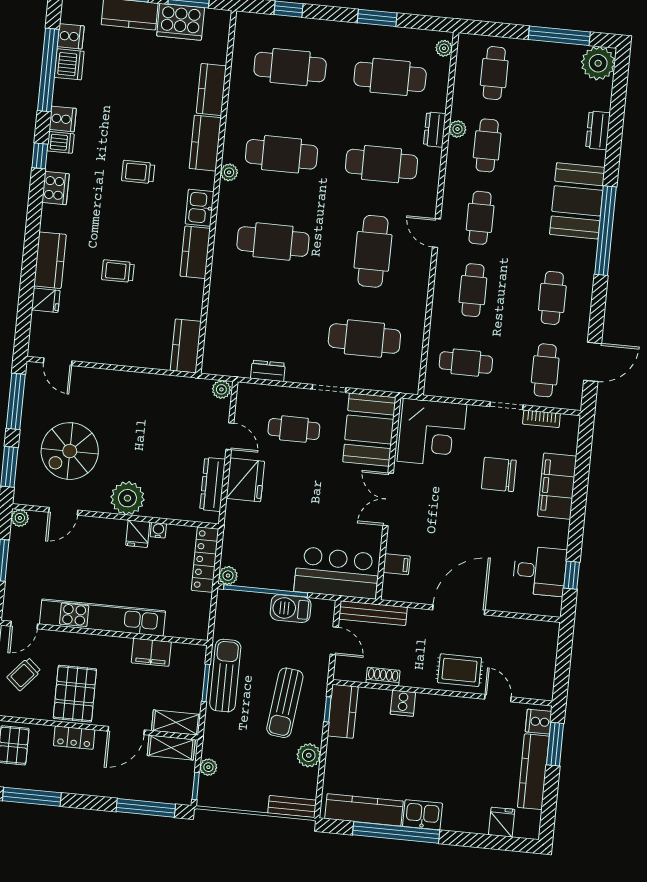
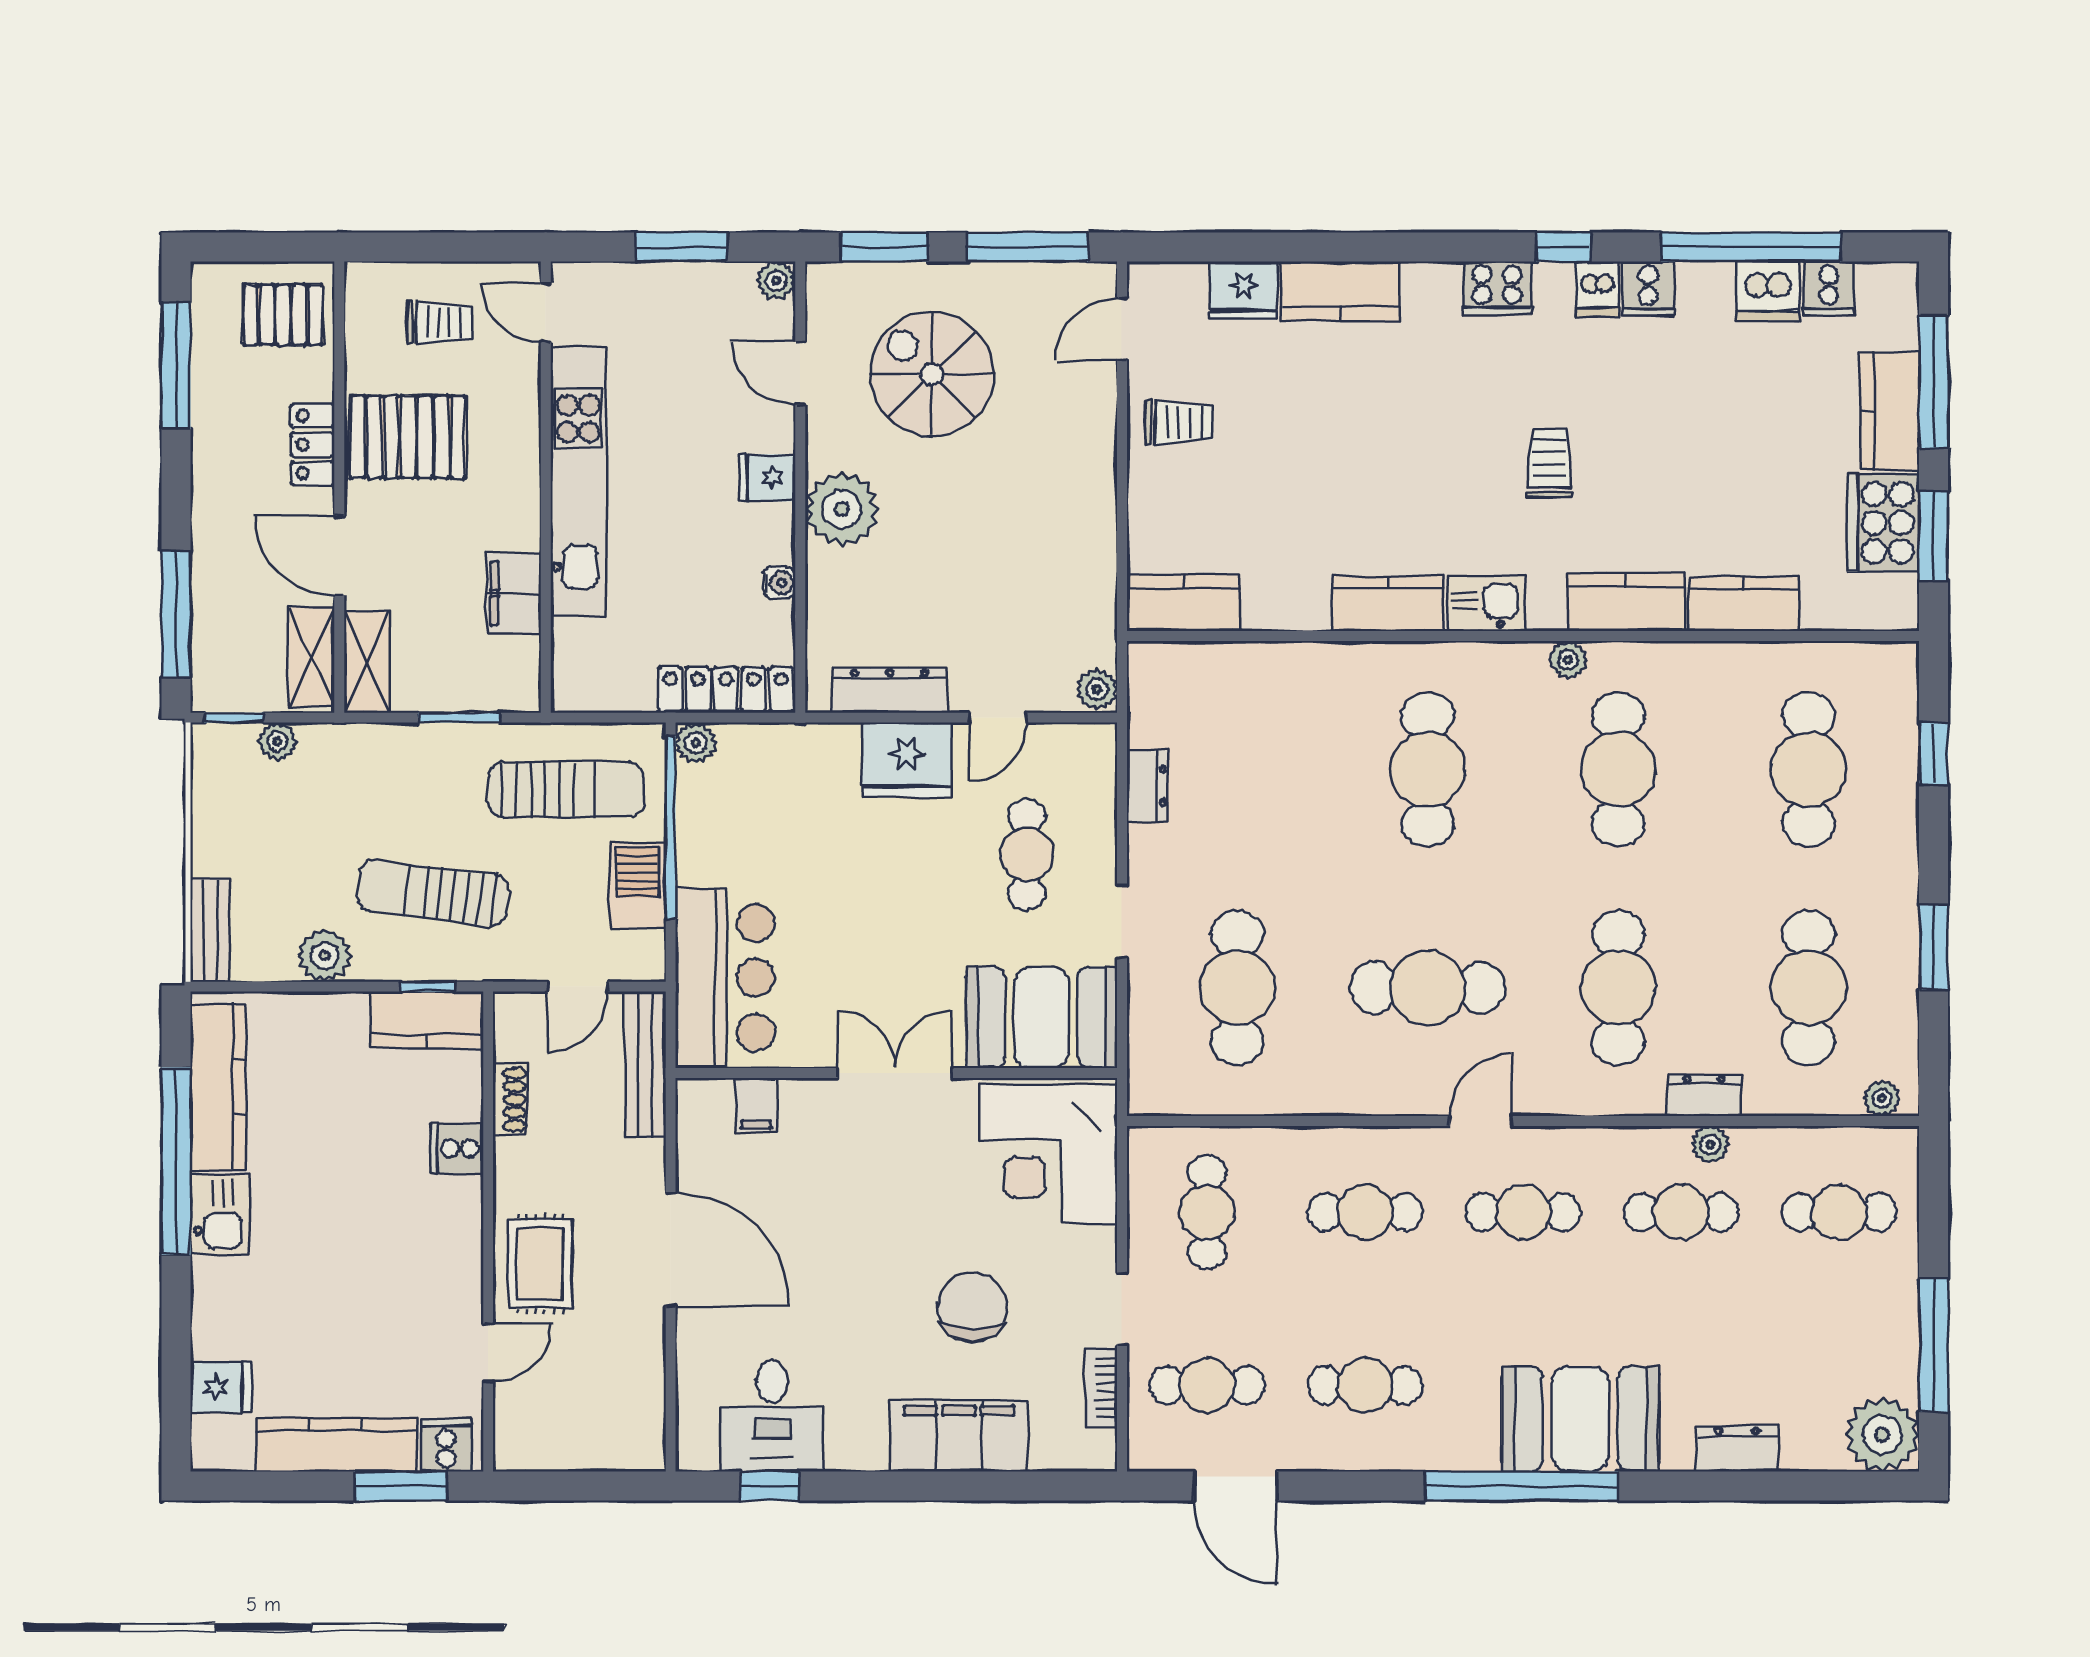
trolley: (118, 271) -> (1180, 422), moved, turned 90
fridge: (46, 300) -> (1243, 290), width x1.38
fridge: (138, 534) -> (767, 478), moved
trolley: (24, 674) -> (439, 323), turned 139
sun lounger: (225, 676) -> (566, 790), moved

